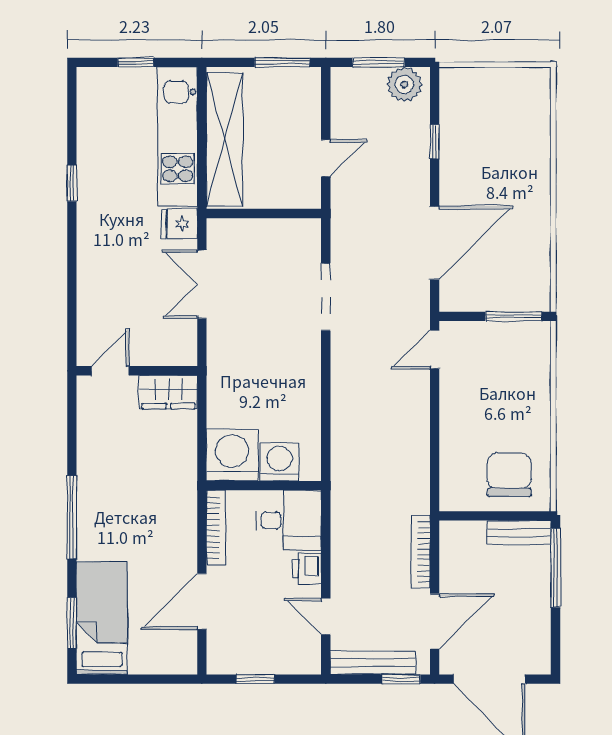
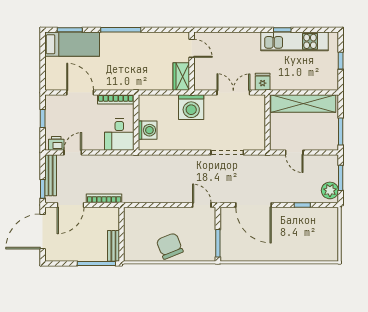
kitchen unit: (178, 137) -> (295, 41), moved, turned 180
washing machine: (232, 455) -> (191, 107), moved, turned 90
chair: (509, 475) -> (170, 246), moved, turned -112
printer: (307, 569) -> (56, 143), moved
door: (435, 621) -> (70, 205), hinge flipped

